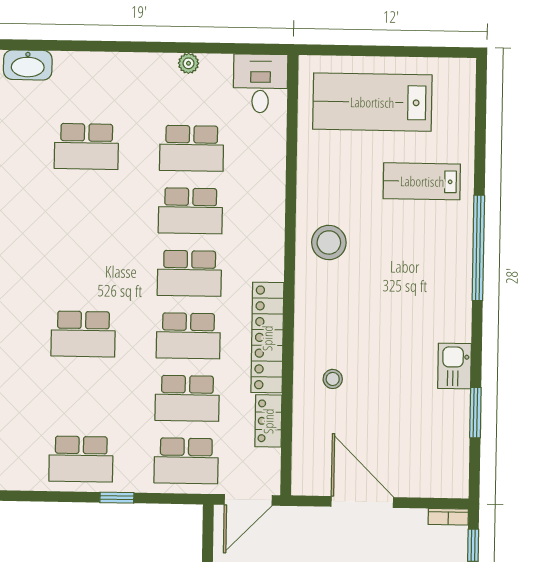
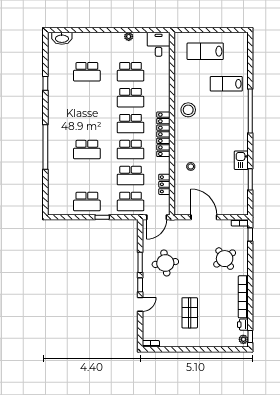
lab bench: (372, 102) -> (205, 51), width x0.73, depth x0.72
locker: (267, 338) -> (163, 134), moved

